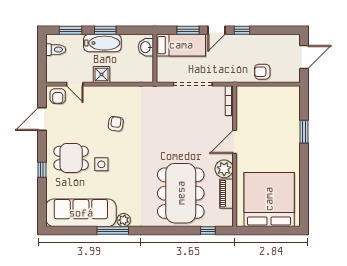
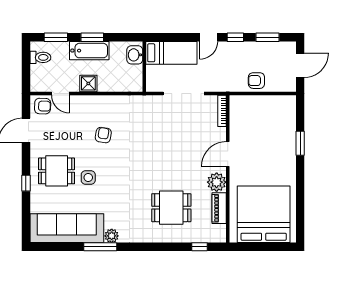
window: (188, 30) -> (268, 37), moved
armchair: (58, 96) -> (43, 106), turned -88
dining table: (181, 193) -> (171, 208), width x0.53, depth x0.80

